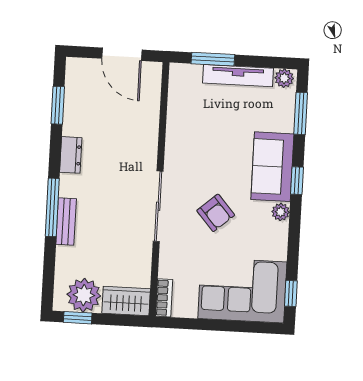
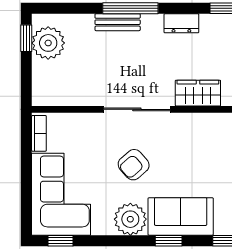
plant: (281, 212) -> (130, 219), width x1.87, depth x1.87
bookcase: (164, 298) -> (39, 133), moved, turned -90
wardrobe: (126, 301) -> (198, 93), moved, turned -90

